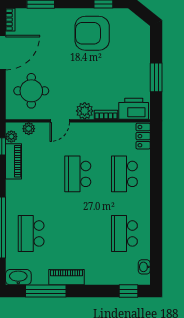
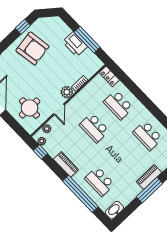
armchair: (92, 33) -> (33, 48), turned -99
window: (156, 77) -> (87, 40), width x1.44
printer: (134, 109) -> (75, 44), moved, turned -90
piano: (13, 161) -> (66, 164), moved
piano: (67, 277) -> (149, 177), moved
window: (46, 291) -> (149, 190), moved

